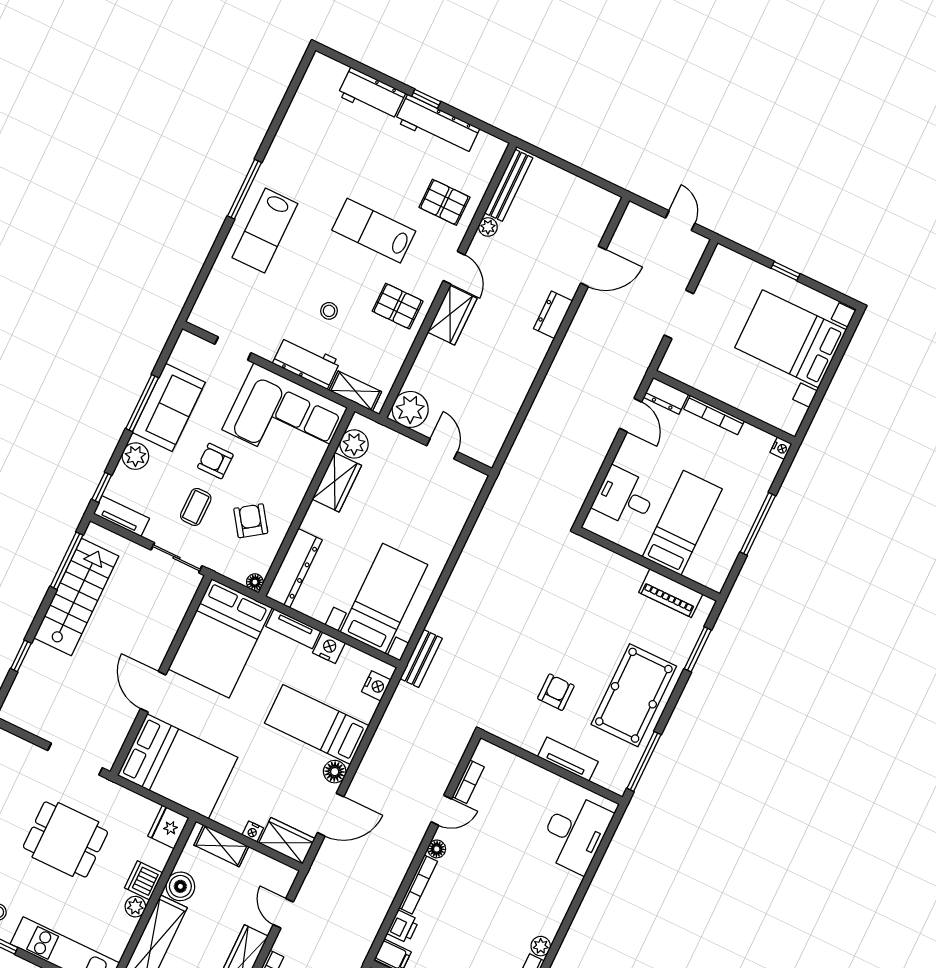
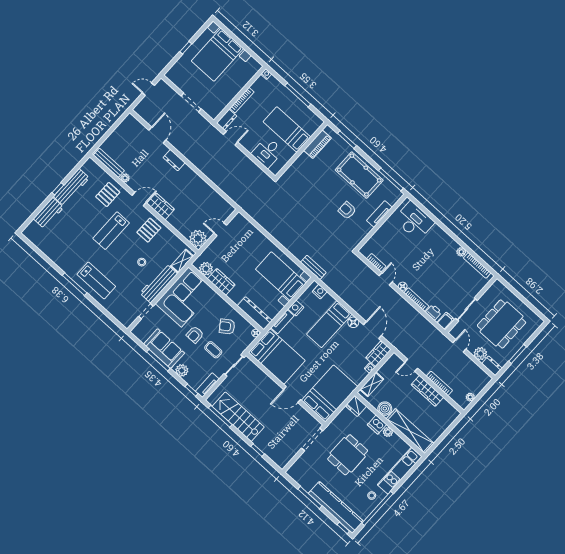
workbench: (306, 362) -> (159, 283), width x1.37

